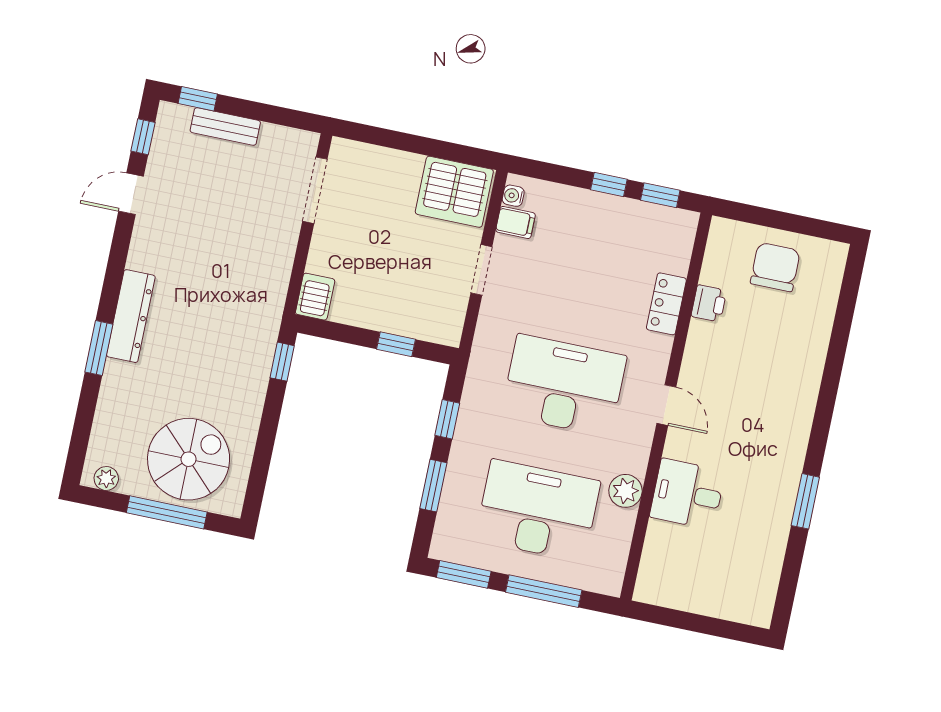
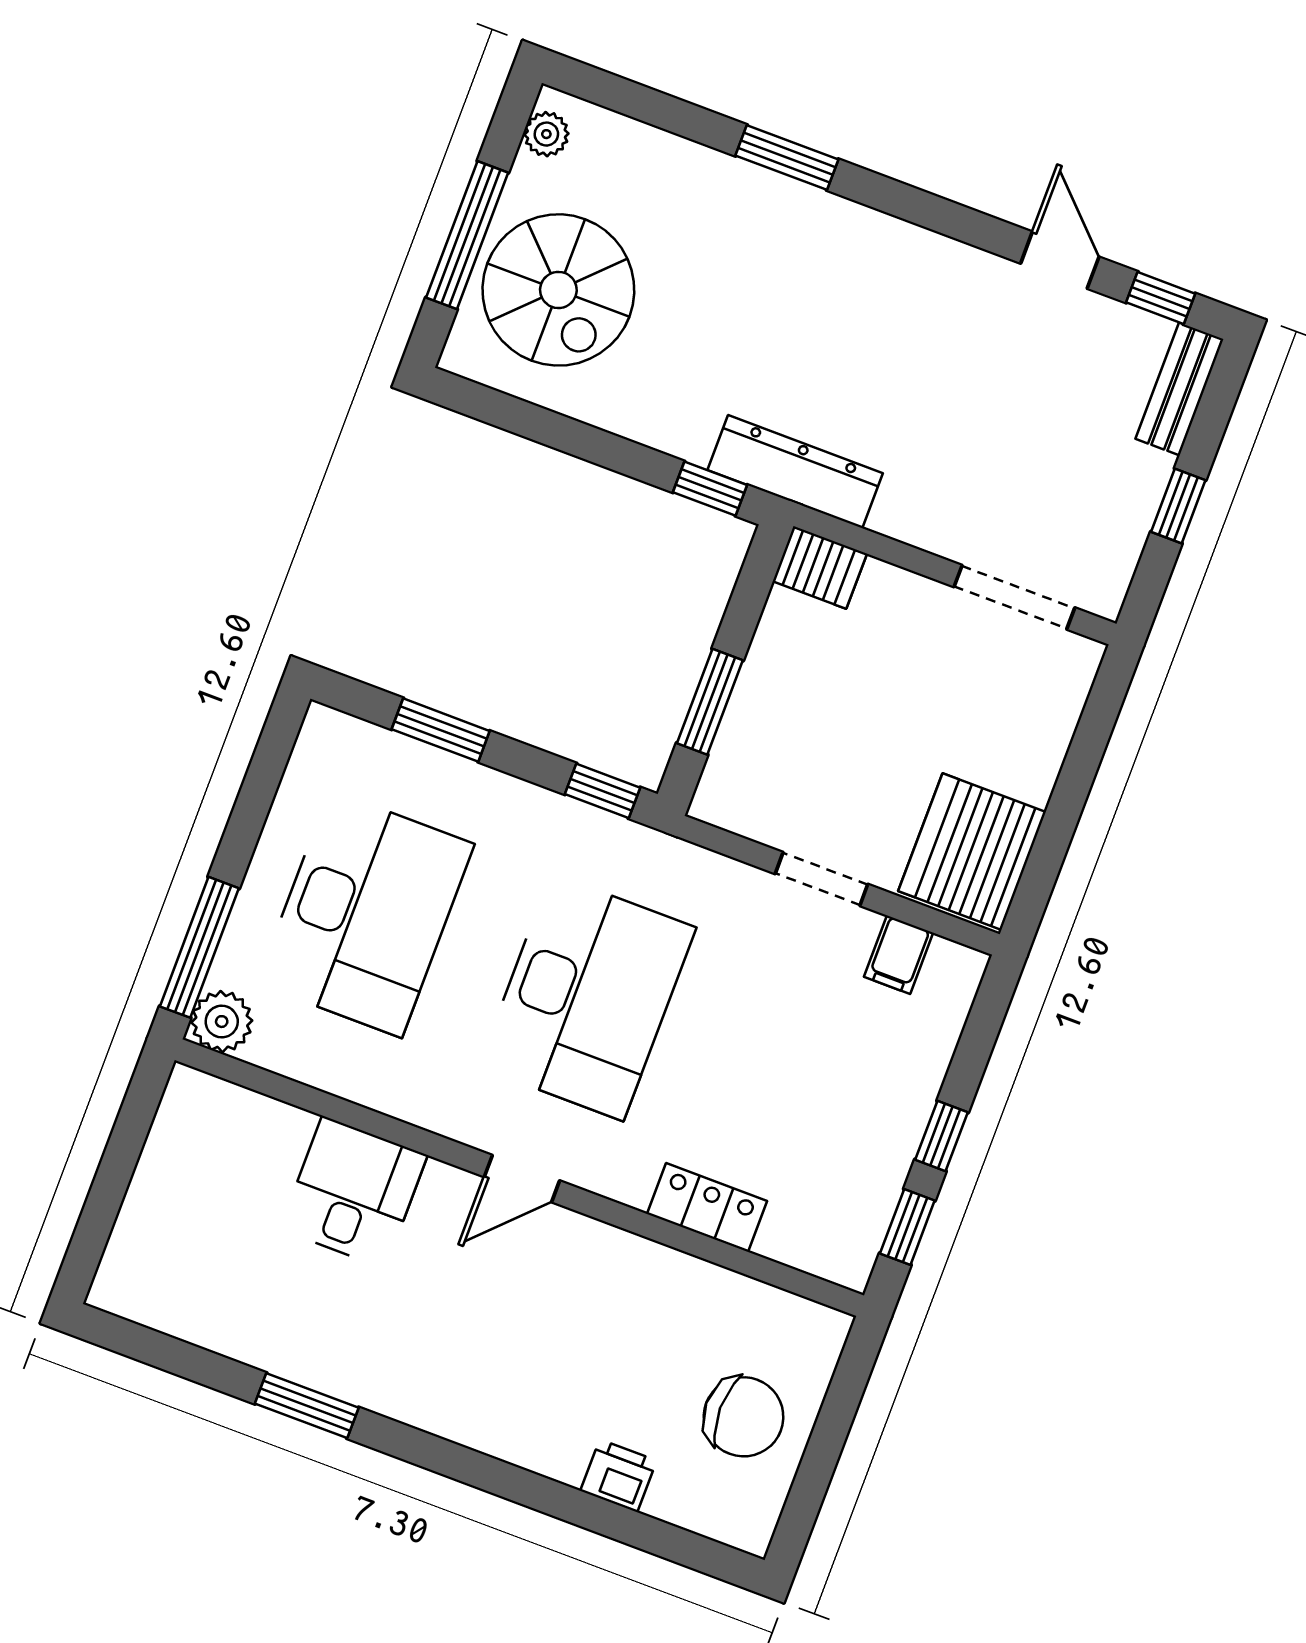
window: (198, 99) -> (1178, 506), moved
bench: (225, 127) -> (1180, 389), moved
water cooler: (513, 196) -> (948, 958), removed
printer: (709, 303) -> (618, 1476), moved, turned 180
dresser: (131, 316) -> (795, 472), moved, turned 180
window: (396, 344) -> (710, 702), width x1.50
window: (447, 419) -> (602, 791), moved
plant: (625, 491) -> (222, 1022), moved
window: (464, 574) -> (270, 760), removed
window: (544, 591) -> (199, 947), moved

